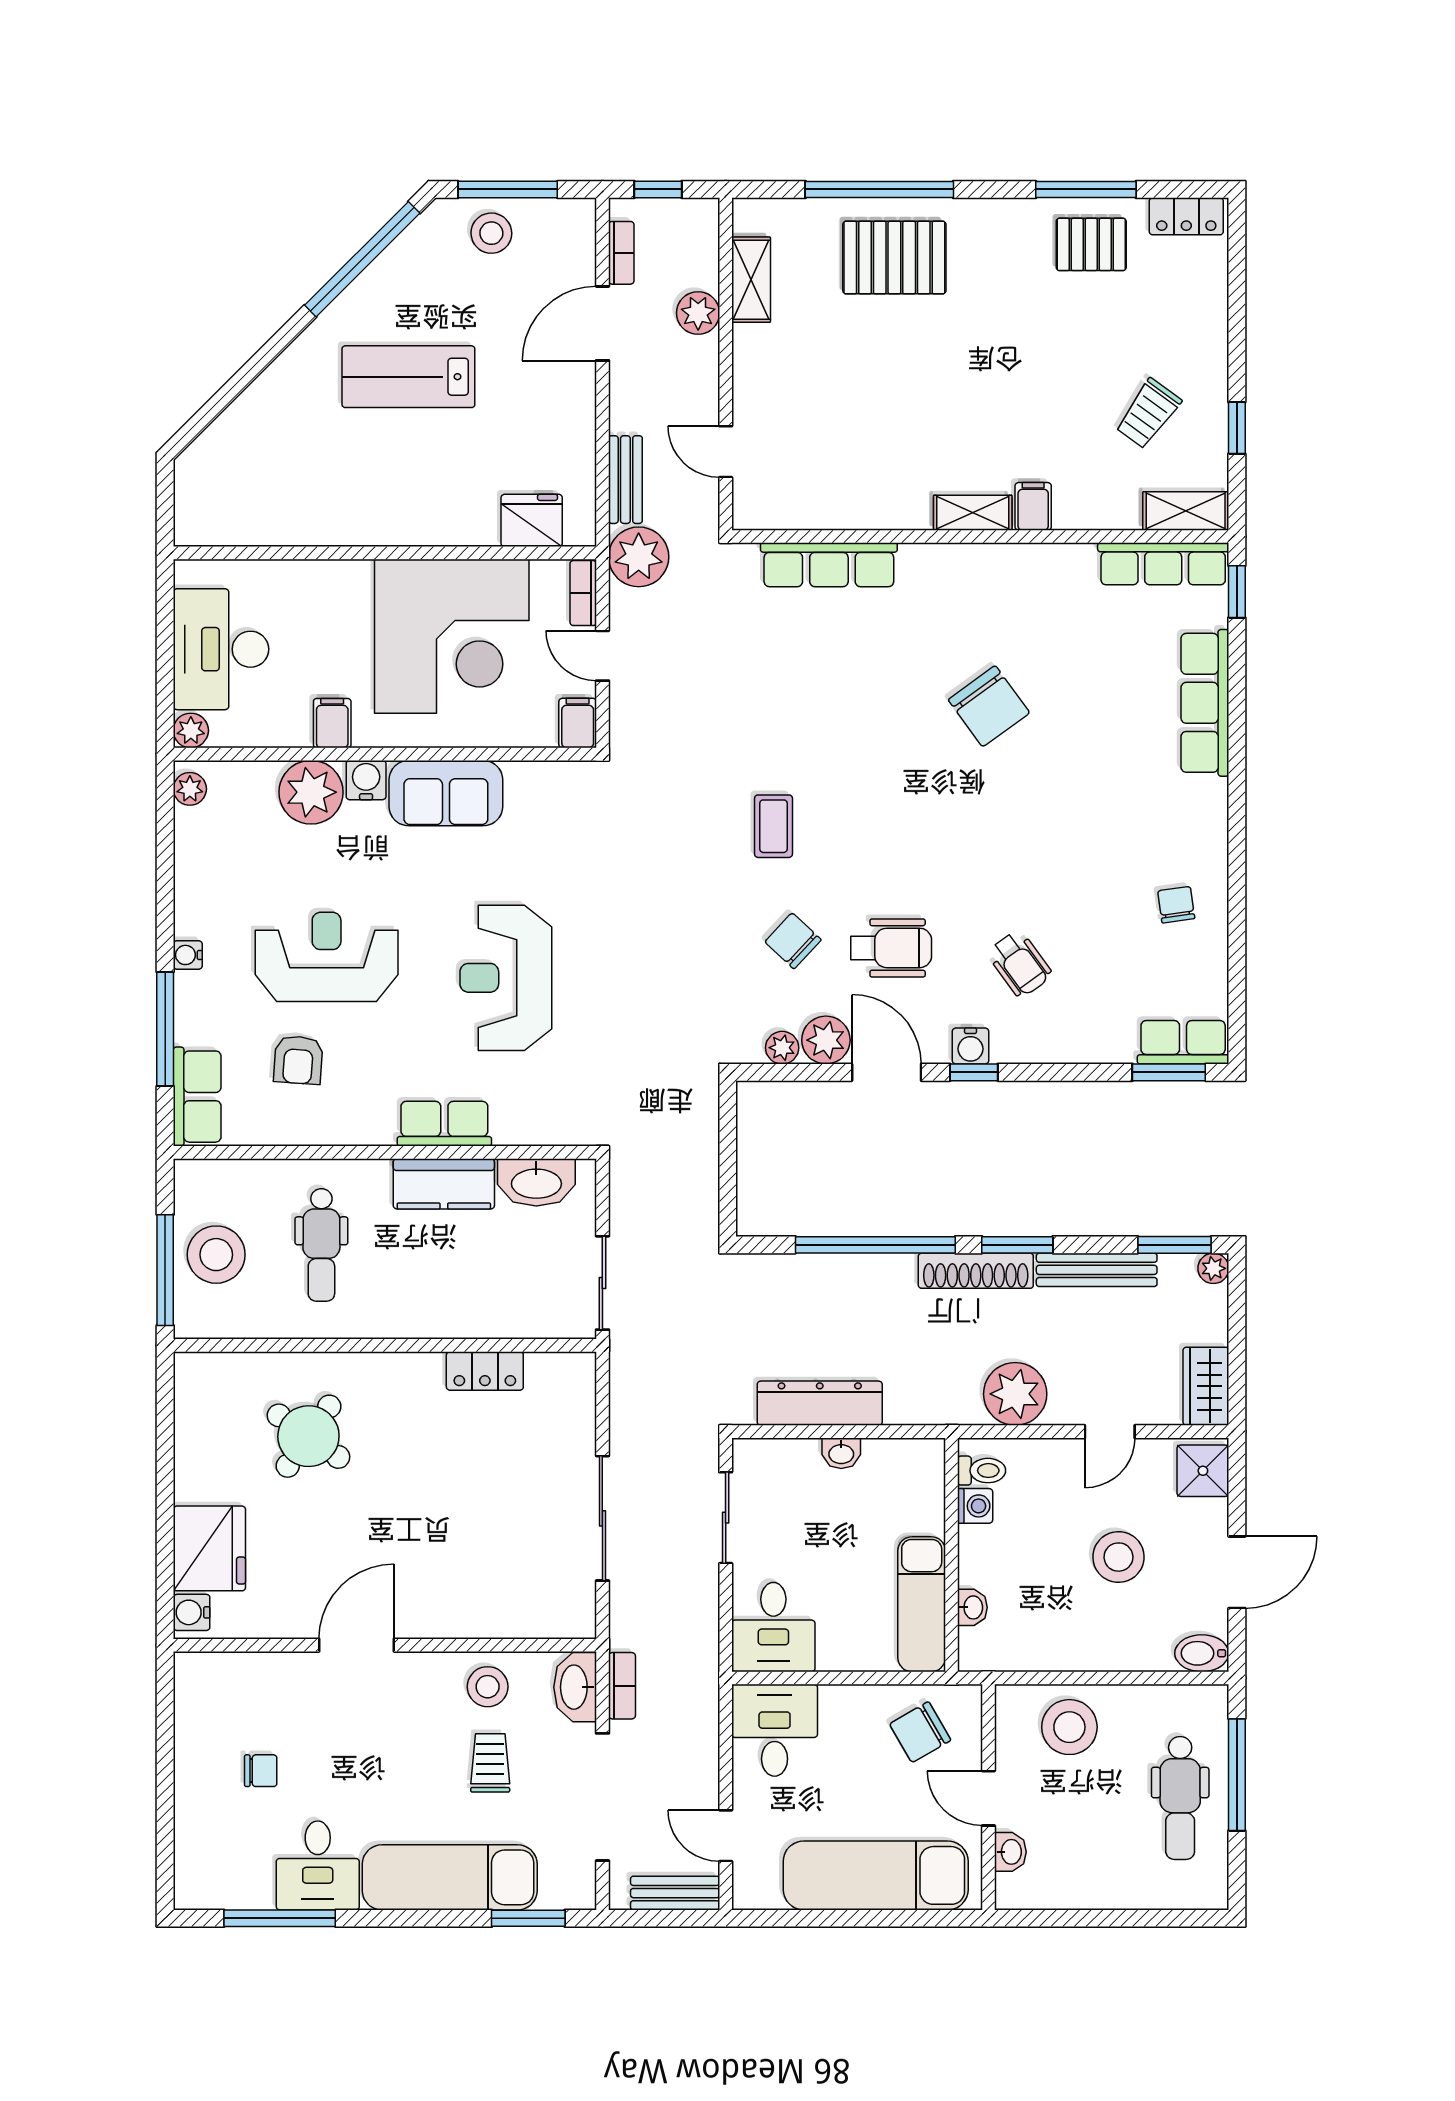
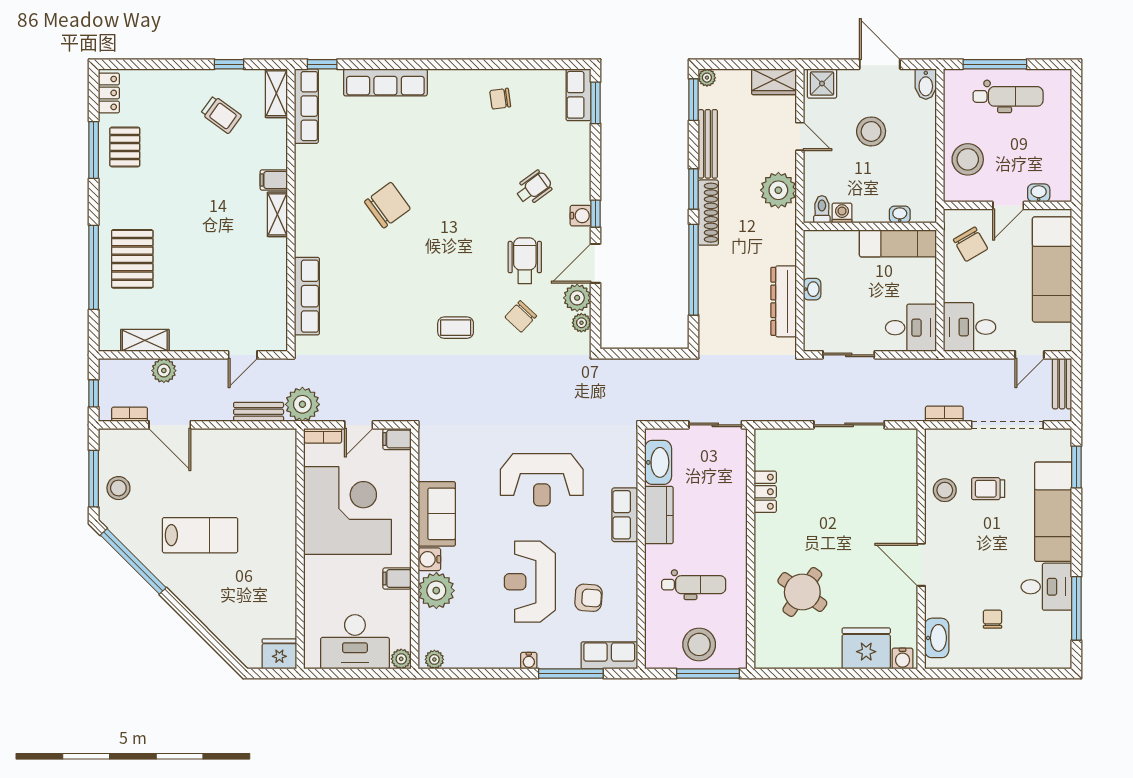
lab bench: (408, 377) -> (200, 535), turned -90
fridge: (532, 520) -> (279, 654), moved, turned 90
washbasin: (575, 1687) -> (937, 638), moved, turned -90

